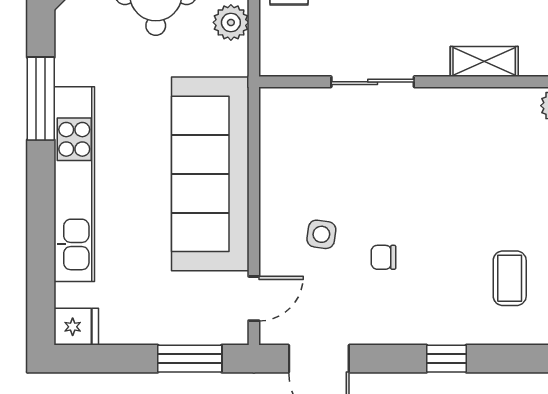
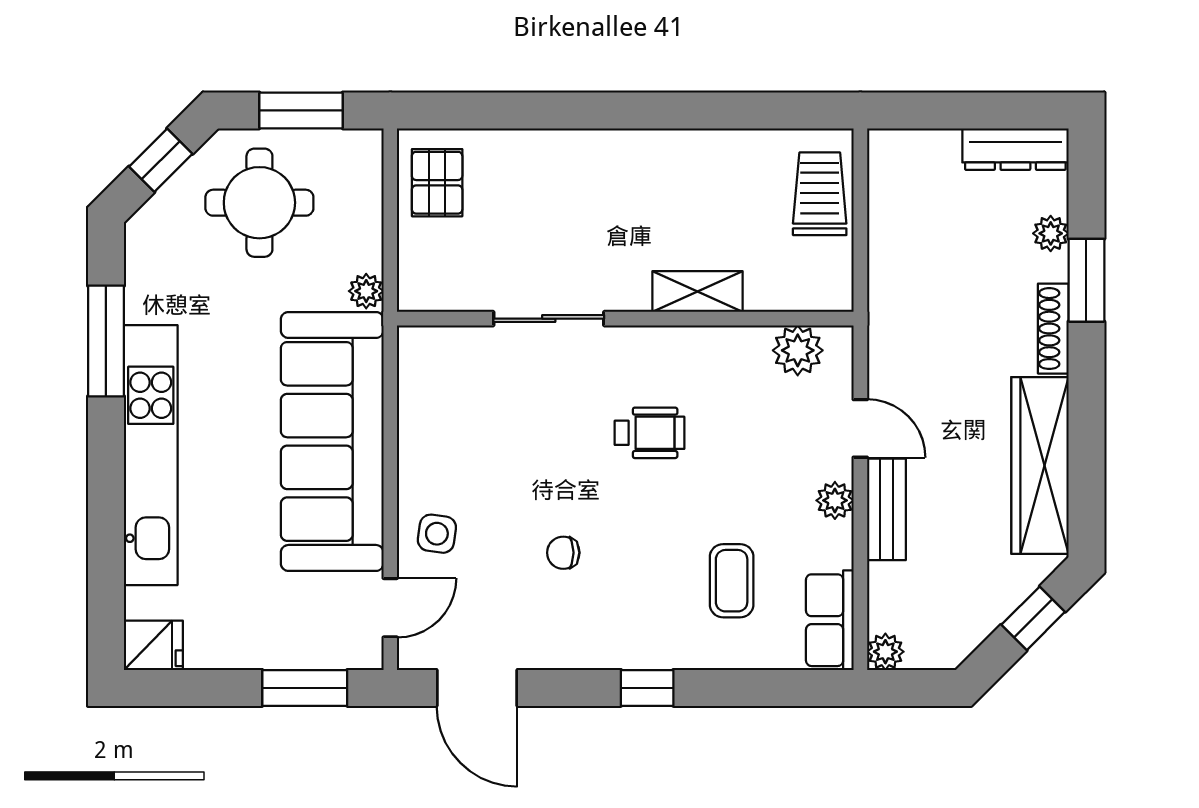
plant: (231, 22) -> (366, 291), moved, width x0.73, depth x0.73
wheelchair: (448, 167) -> (650, 433), added
side table: (321, 234) -> (437, 534), moved

